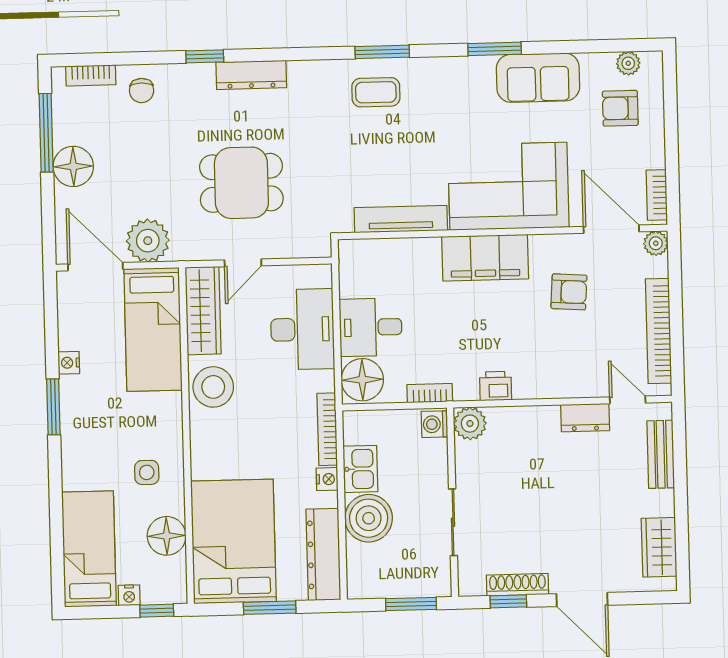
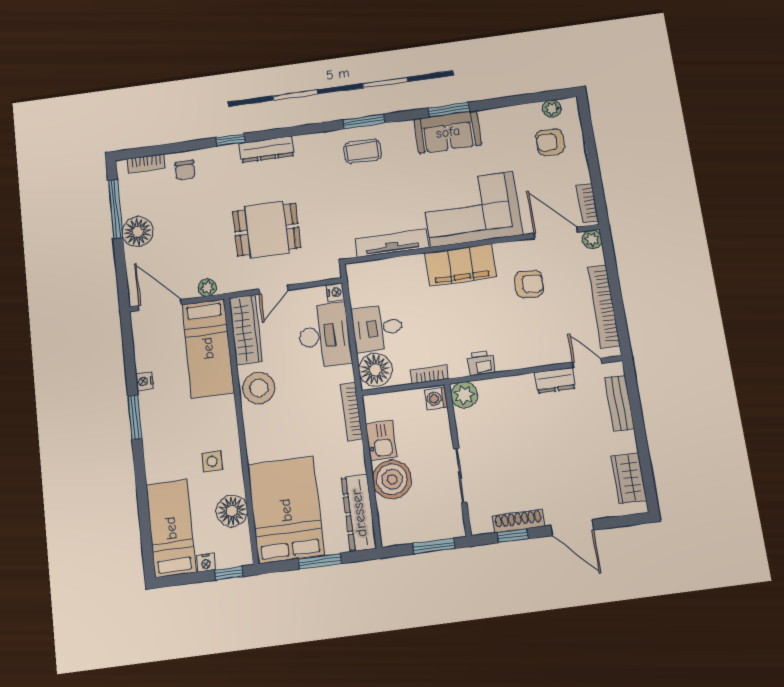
sofa: (538, 78) -> (448, 132), moved
plant: (148, 241) -> (207, 288), width x0.53, depth x0.53
nightstand: (327, 479) -> (335, 292), moved

